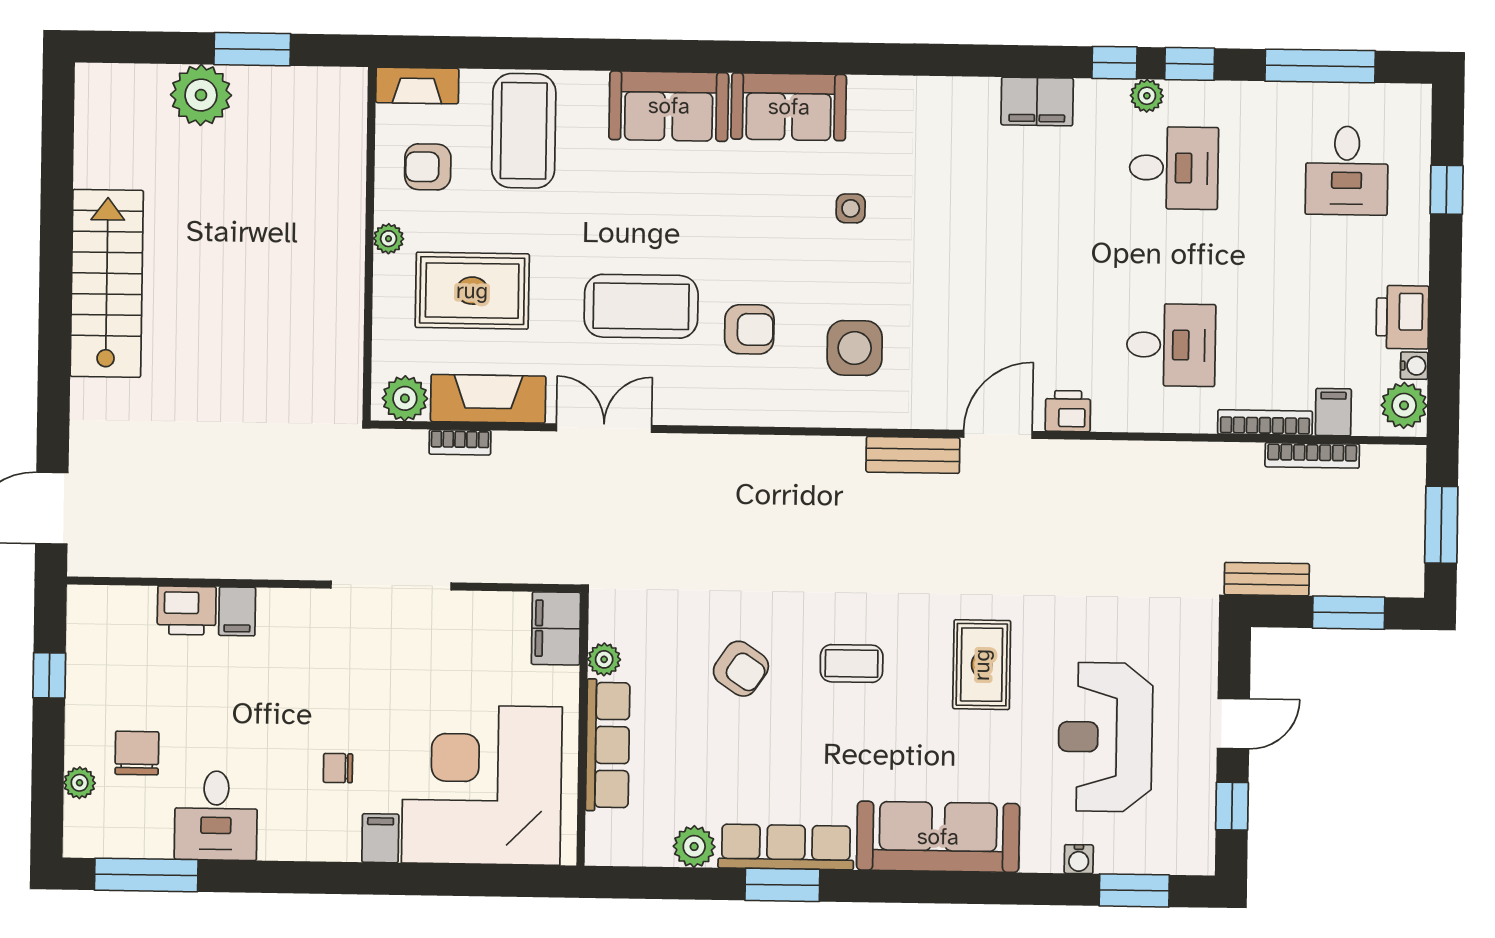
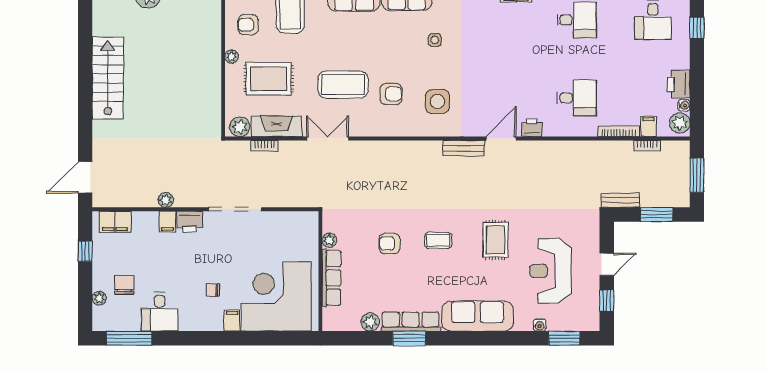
bookcase: (1312, 455) -> (647, 146), width x0.64
plant: (234, 562) -> (166, 200), added
printer: (187, 610) -> (190, 222), moved
filing cabinet: (556, 628) -> (115, 222), moved, turned -90
armchair: (741, 669) -> (390, 243), turned 146

